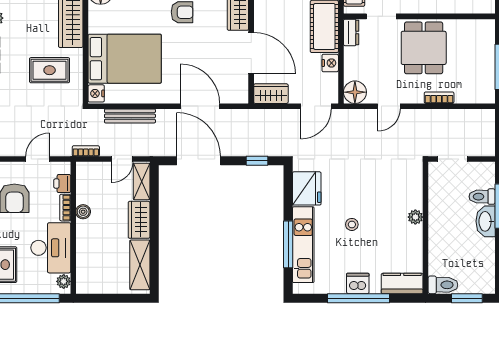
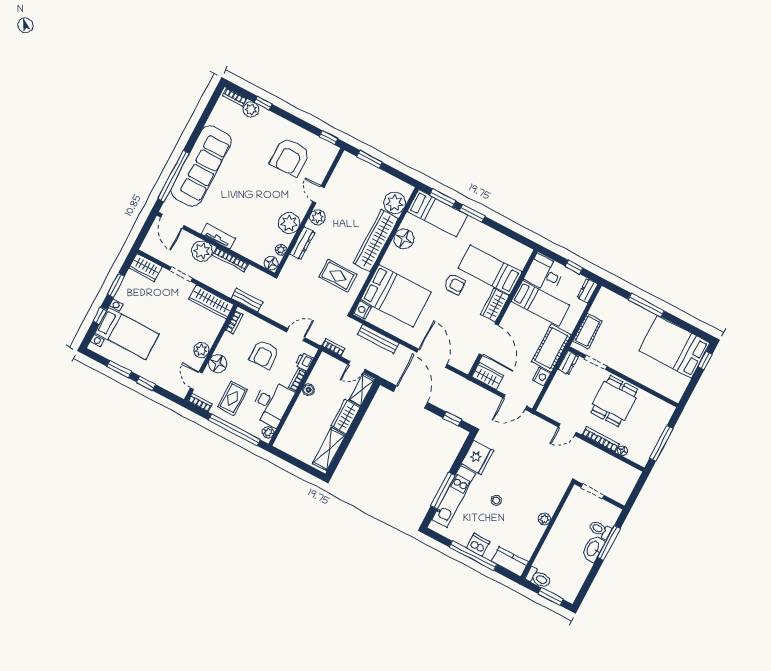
floor lamp: (355, 92) -> (622, 451), moved, width x0.53, depth x0.53
bookcase: (439, 98) -> (601, 439), width x1.56

